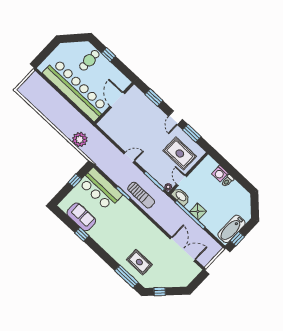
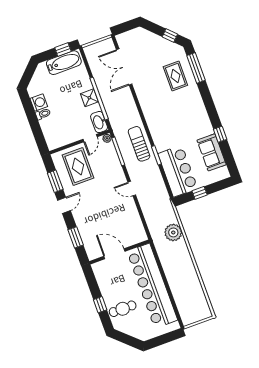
door: (117, 100) -> (114, 254), swing flipped
washing machine: (220, 174) -> (39, 103), moved

